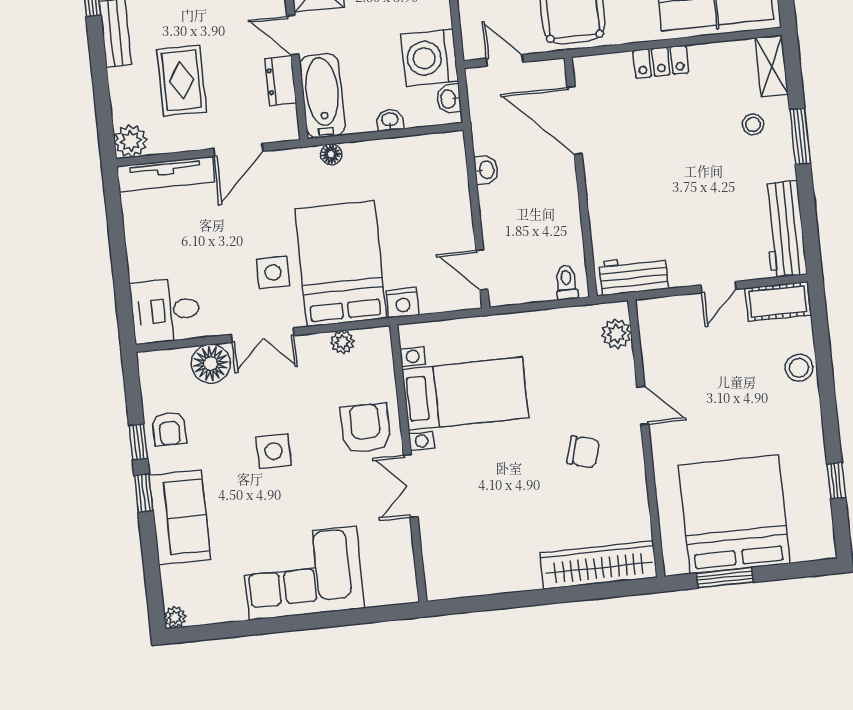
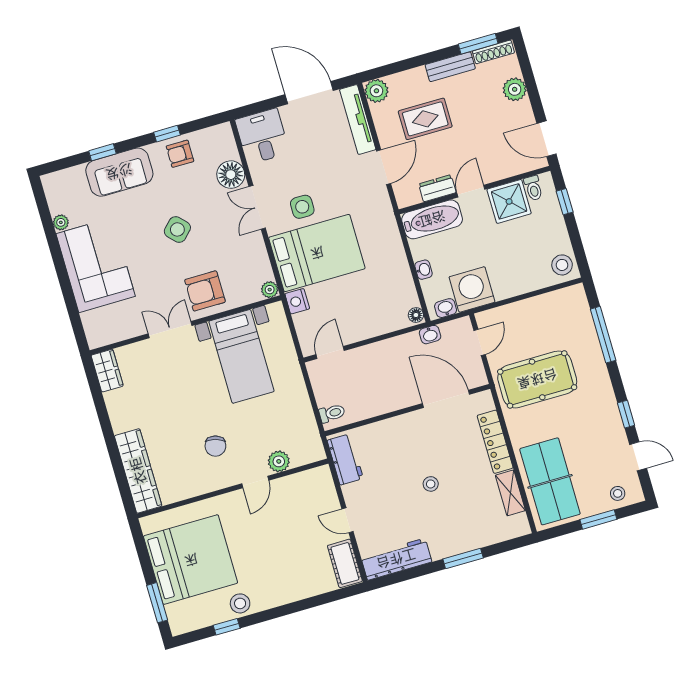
locker: (661, 62) -> (495, 442), width x1.53
shelving: (772, 66) -> (510, 493), moved, turned 90
door: (575, 121) -> (446, 399), hinge flipped
stool: (753, 124) -> (431, 484), moved
door: (238, 150) -> (384, 167), swing flipped
floor lamp: (331, 154) -> (416, 315), moved
washbasin: (486, 170) -> (430, 335), moved
door: (116, 235) -> (309, 93), added
plant: (616, 334) -> (279, 461), moved
plant: (342, 342) -> (270, 290), moved
stool: (799, 368) -> (240, 603), moved
armchair: (366, 428) -> (205, 291), turned 180
side table: (274, 451) -> (177, 229), turned 45
window: (144, 493) -> (102, 152), moved
window: (725, 578) -> (157, 603), moved
wardrobe: (452, 583) -> (107, 371), added
plant: (175, 617) -> (61, 222), moved

